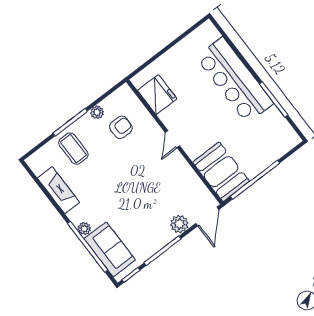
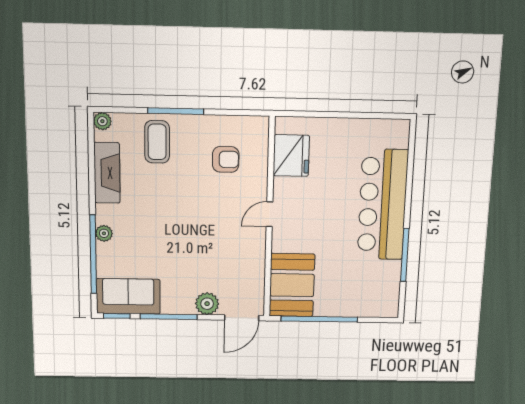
plant: (97, 112) -> (102, 121), moved
sofa: (110, 249) -> (128, 296), moved, turned -90

